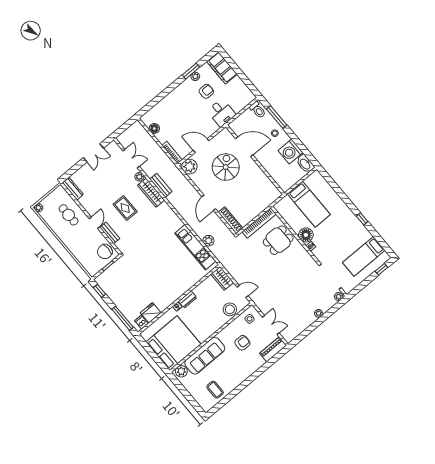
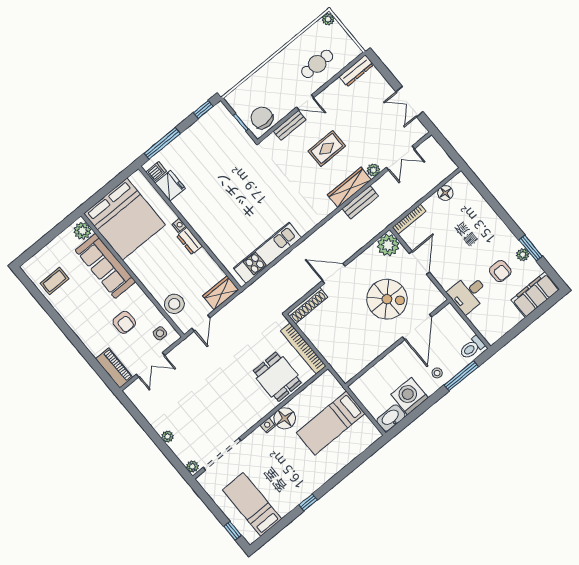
plant: (208, 241) -> (277, 273), removed

